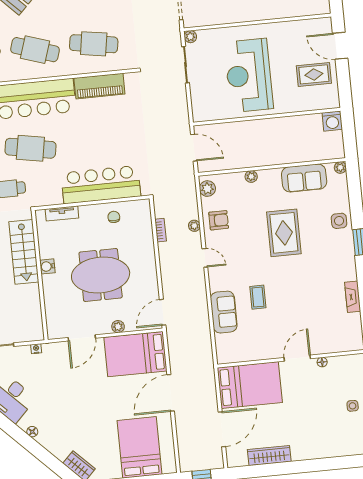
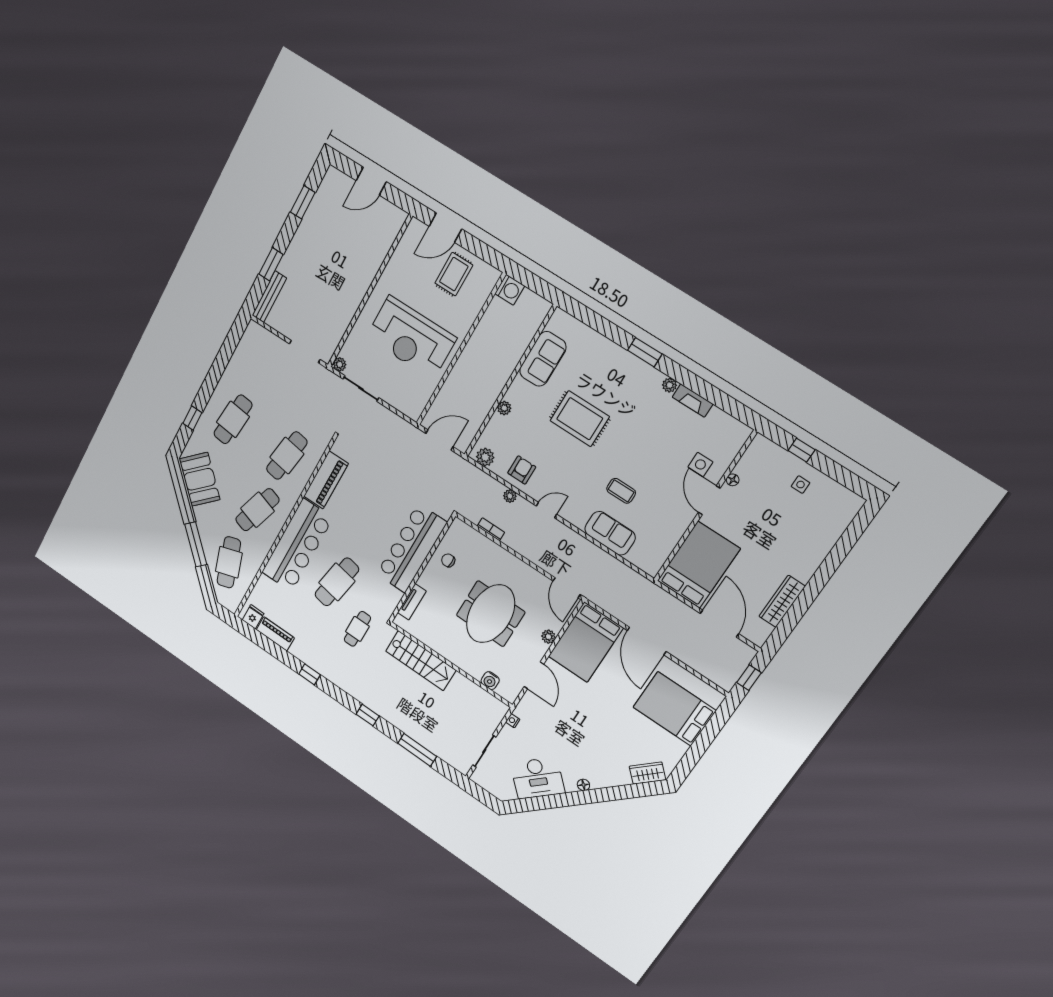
plant: (340, 168) -> (670, 385), moved
side table: (339, 221) -> (700, 464), moved
water cooler: (47, 266) -> (490, 681), moved

